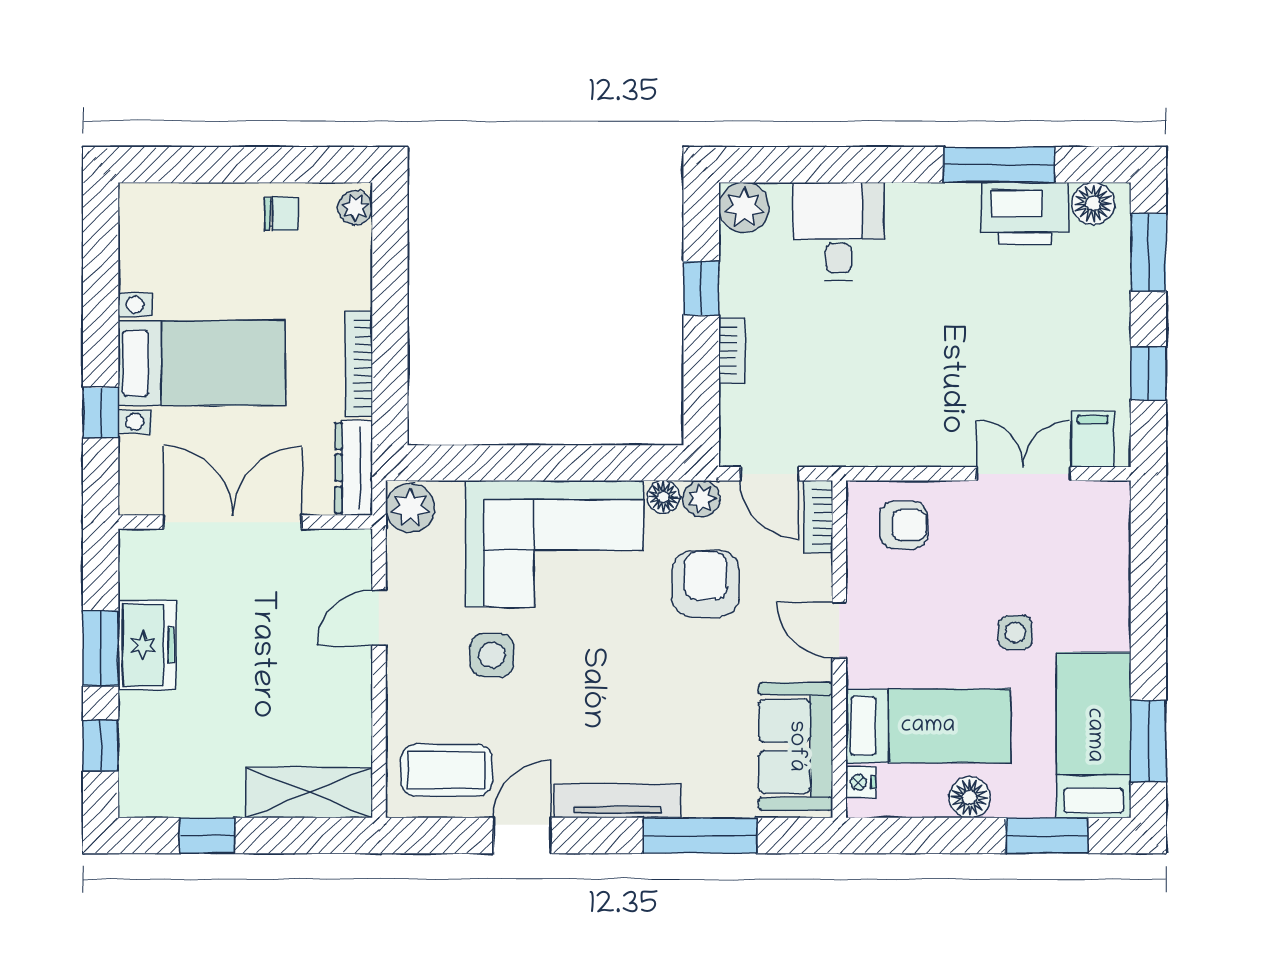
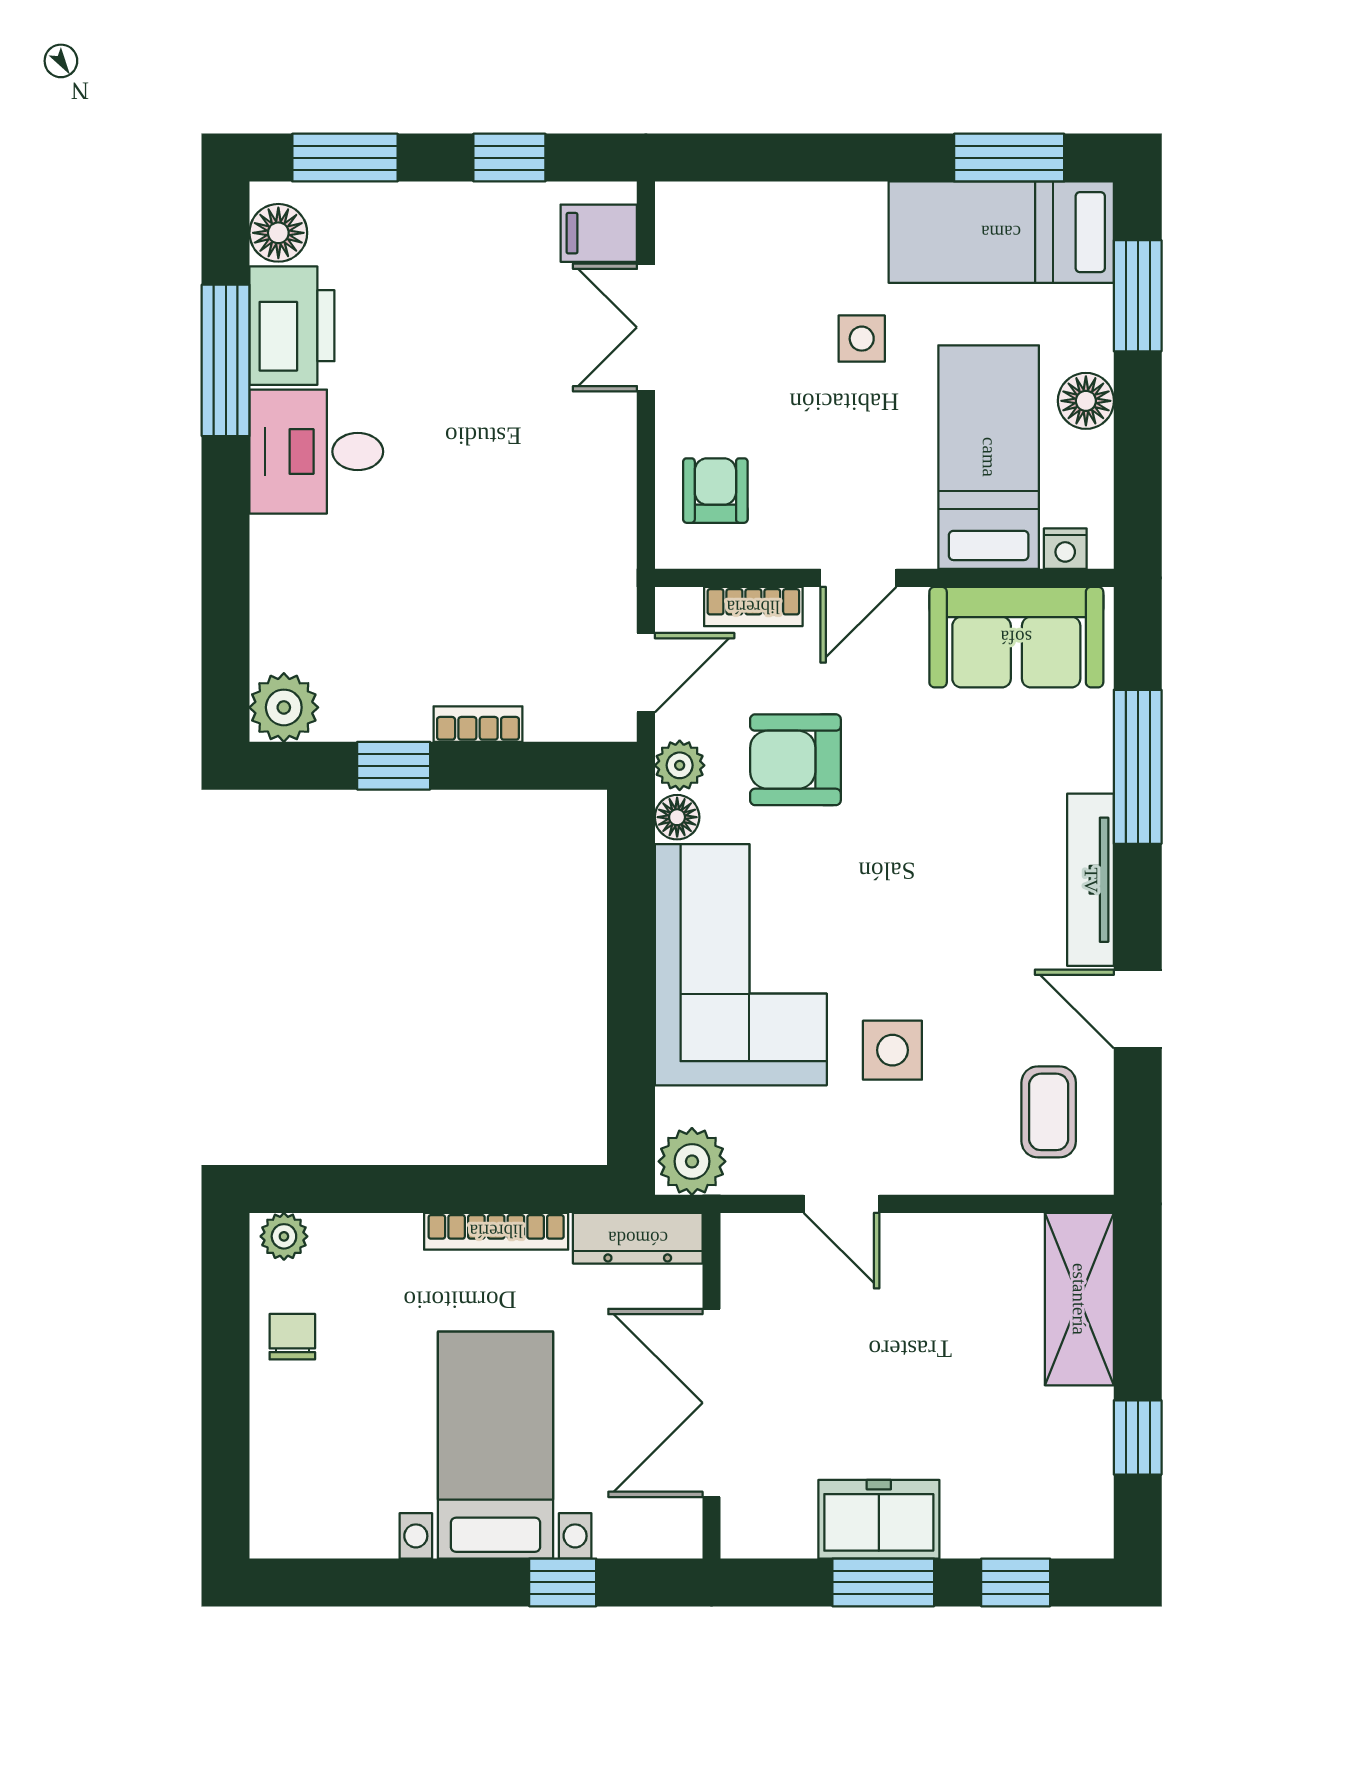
desk: (838, 231) -> (316, 452), moved
bookcase: (818, 517) -> (753, 607), moved
coffee table: (447, 770) -> (1049, 1112), width x0.73, depth x0.77

